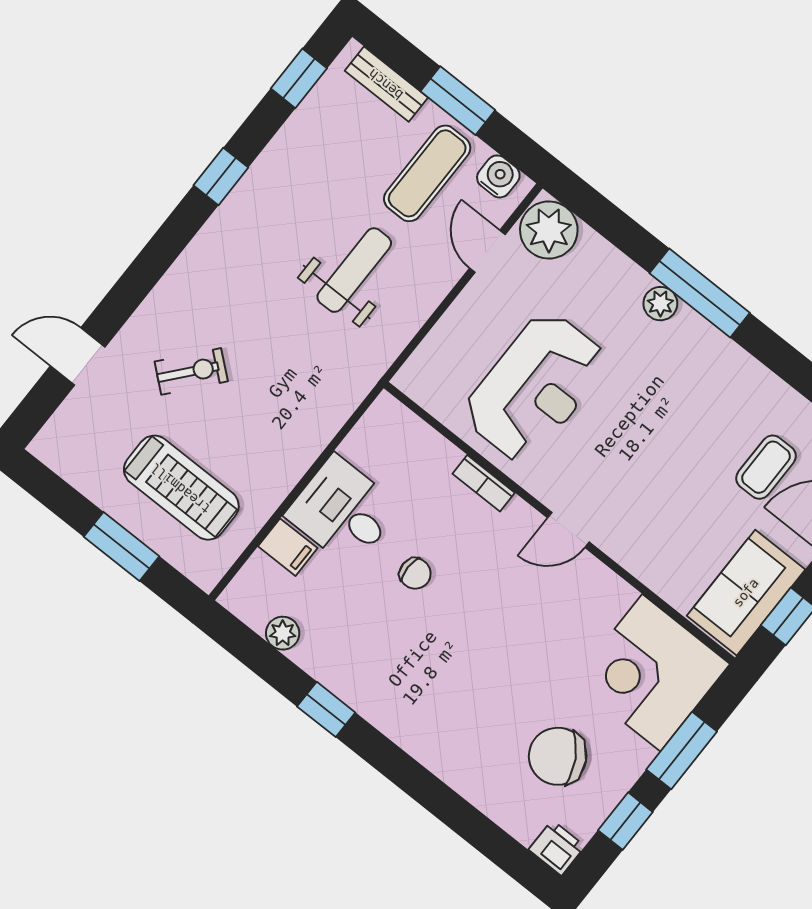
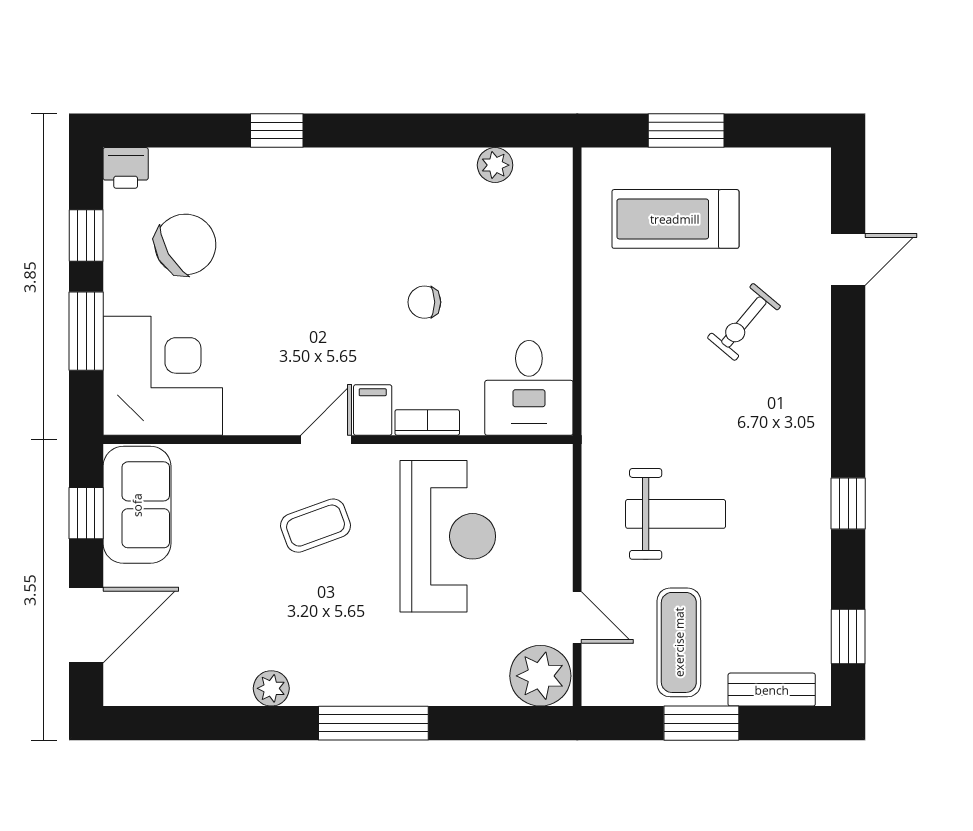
water cooler: (498, 176) -> (618, 687), removed
weight bench: (354, 270) -> (676, 514), turned -90
plant: (660, 304) -> (271, 688), moved
reception desk: (535, 387) -> (448, 536), turned 180
coffee table: (766, 467) -> (316, 526), moved, turned 70
desk: (343, 511) -> (529, 388), moved, turned 90
filing cabinet: (288, 547) -> (373, 410), moved, turned 90
window: (326, 709) -> (277, 131), moved

